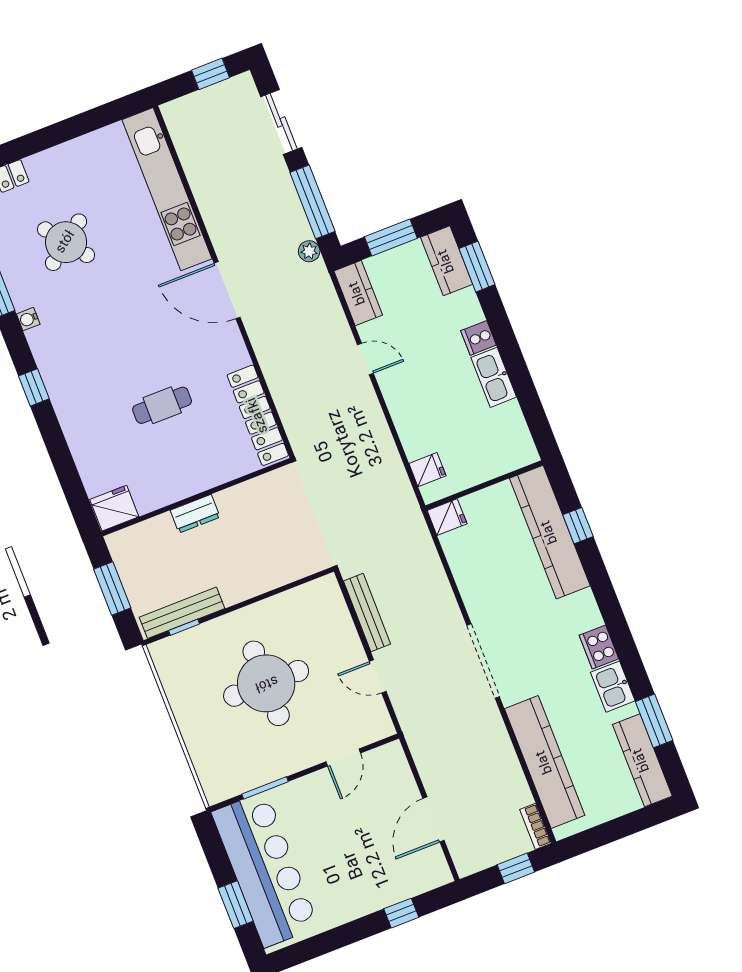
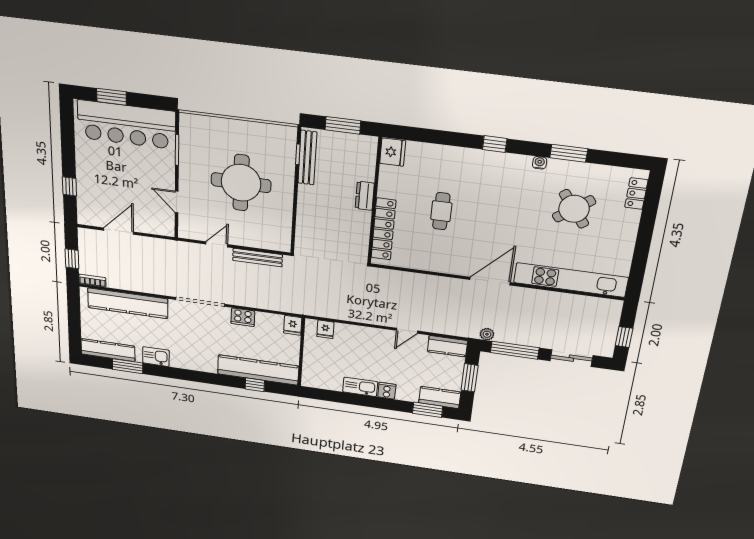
locker: (258, 415) -> (383, 229), moved, turned 90
cooker: (599, 647) -> (243, 317), moved, turned 180
door: (433, 819) -> (119, 231), hinge flipped

